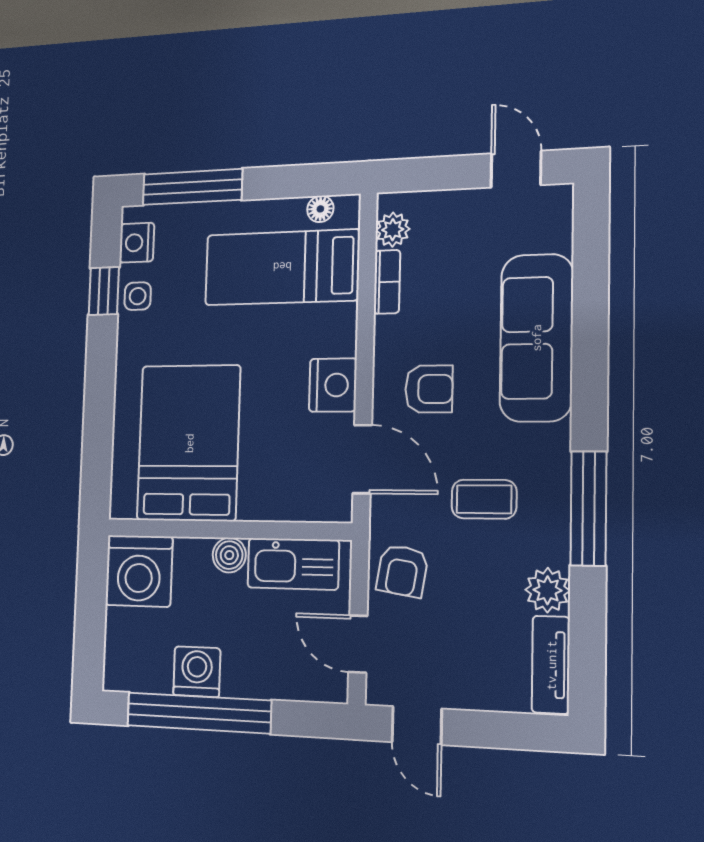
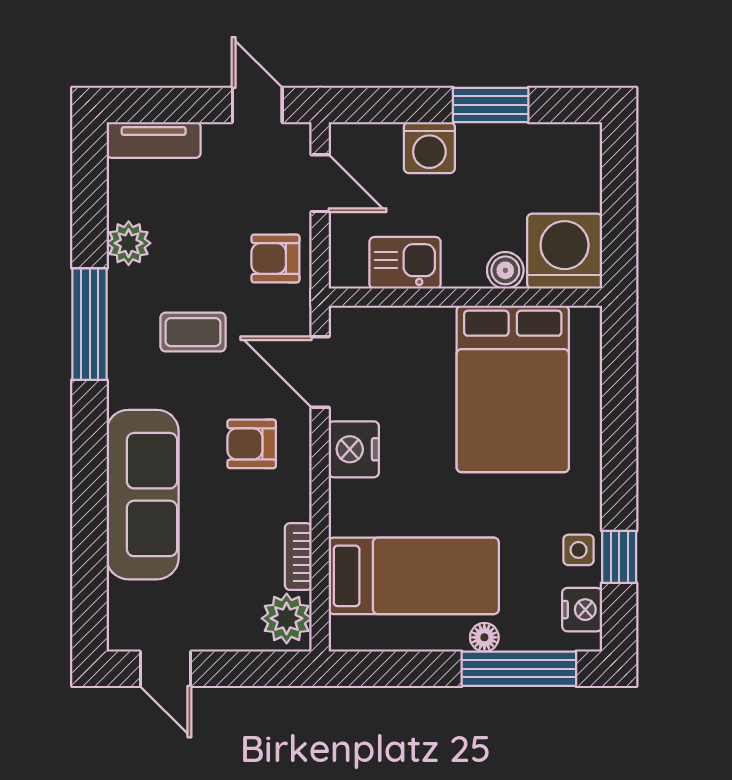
floor lamp: (320, 209) -> (484, 637), moved
plant: (393, 230) -> (287, 618), width x1.38, depth x1.38
boiler: (229, 555) -> (505, 270), moved
kitchen sink: (293, 564) -> (405, 263), width x0.73
armchair: (402, 571) -> (275, 259), turned -99
tv unit: (551, 665) -> (154, 140), moved, turned 90
washing machine: (197, 672) -> (429, 148), moved
window: (199, 713) -> (491, 105), width x0.47

